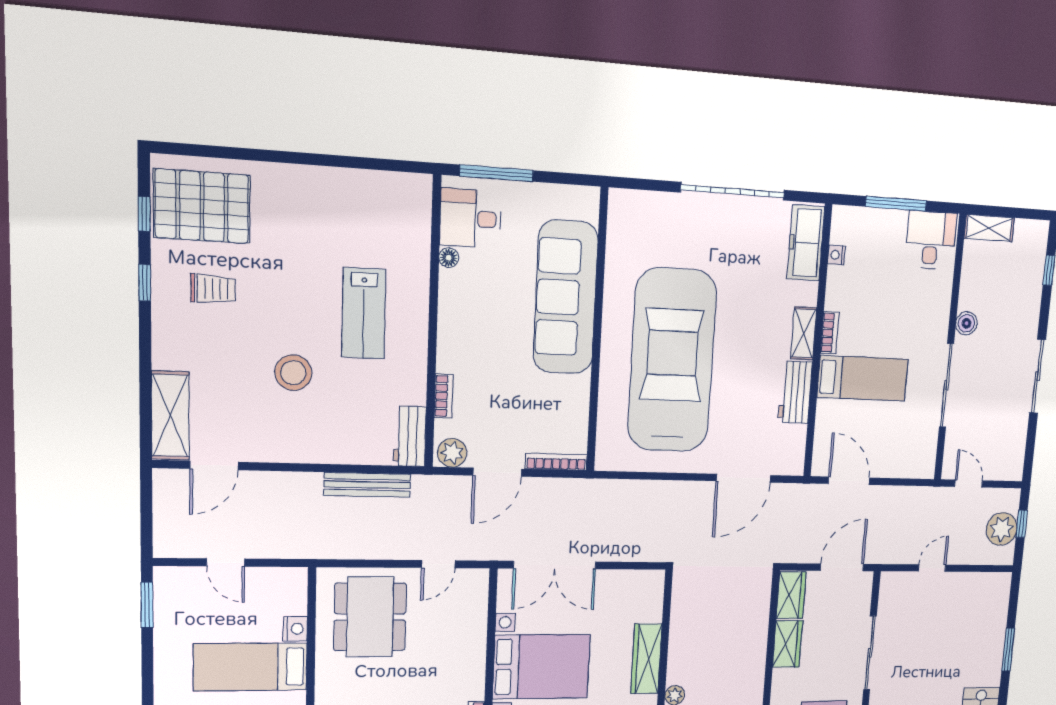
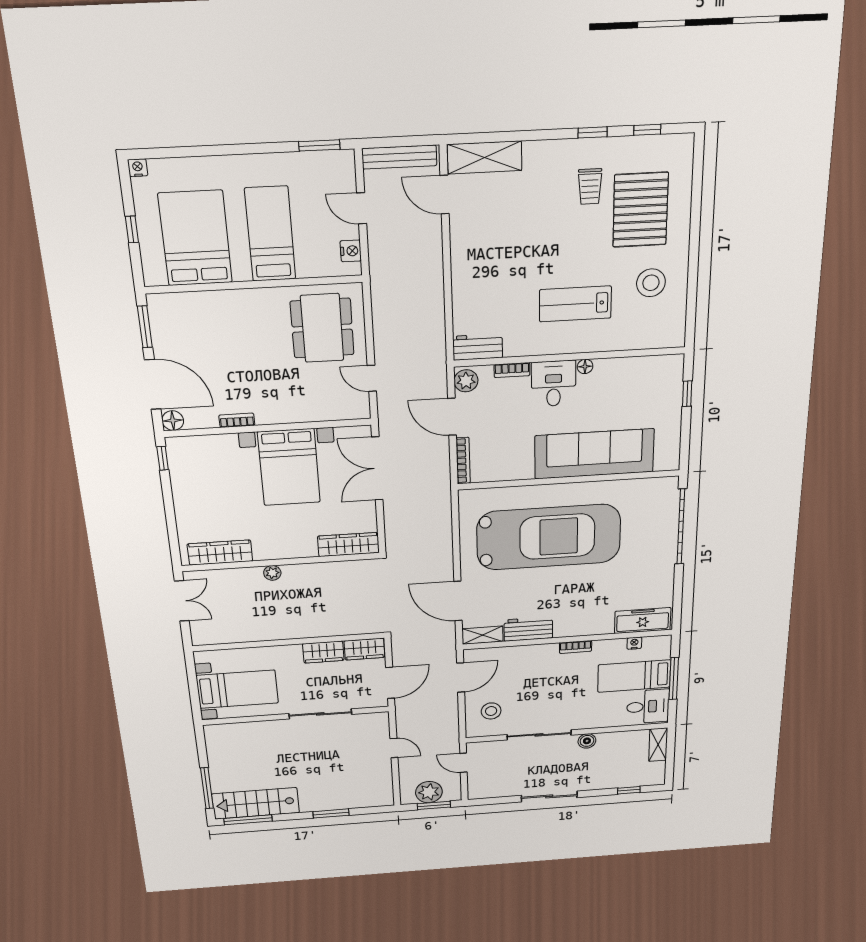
window: (497, 173) -> (687, 394), width x0.46
garage door: (733, 191) -> (681, 527), moved
pallet: (202, 206) -> (640, 210), moved
desk: (470, 218) -> (554, 384), moved
floor lamp: (449, 258) -> (585, 366), moved
shelving: (804, 333) -> (483, 635), moved
stool: (293, 373) -> (651, 283), moved
bed: (863, 378) -> (634, 676), moved, turned 90
stool: (902, 445) -> (491, 711), added
door: (969, 484) -> (463, 763), swing flipped
bench: (367, 485) -> (399, 157), moved, turned 90
window: (1022, 524) -> (434, 805), width x1.50
door: (226, 562) -> (362, 208), hinge flipped
door: (842, 567) -> (390, 683), hinge flipped
dining table: (370, 617) -> (322, 328), turned 90
nightstand: (295, 629) -> (351, 251), moved, turned -90
wardrobe: (646, 659) -> (348, 544), moved

